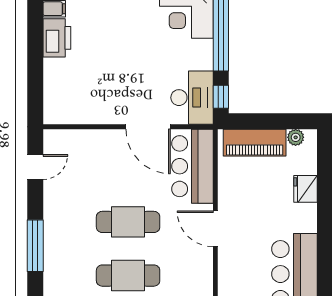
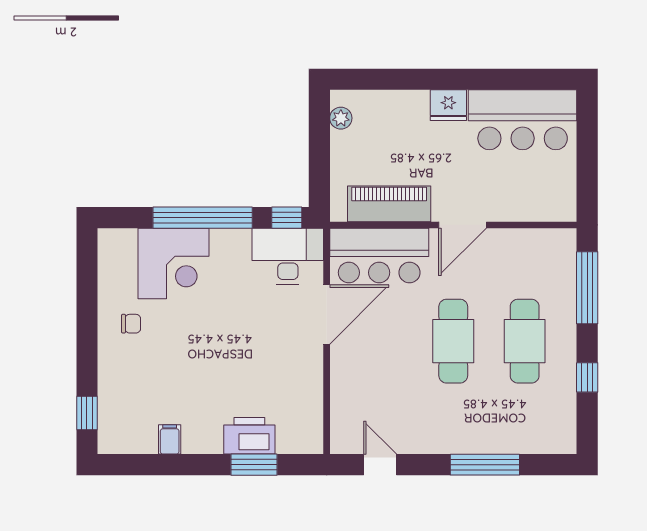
printer: (57, 38) -> (249, 436), moved
window: (35, 72) -> (254, 465), added
piano: (255, 143) -> (389, 204), moved, turned -90
fridge: (305, 189) -> (448, 105), moved

